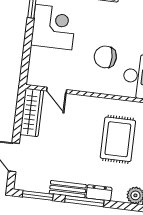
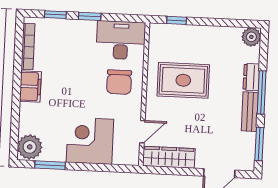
corner desk: (54, 27) -> (90, 141), moved
chair: (105, 57) -> (119, 82), moved
rug: (118, 139) -> (183, 80), moved

